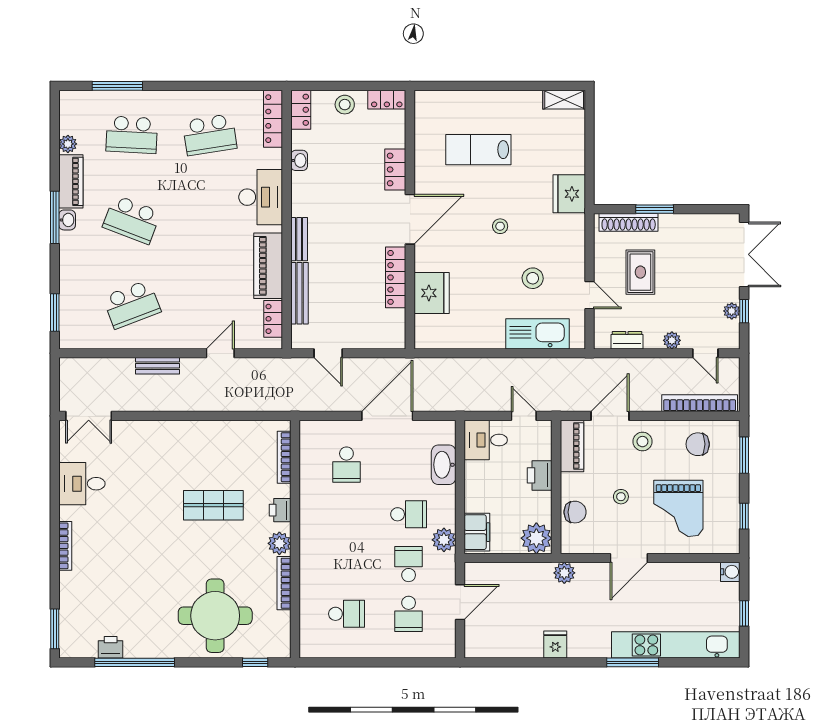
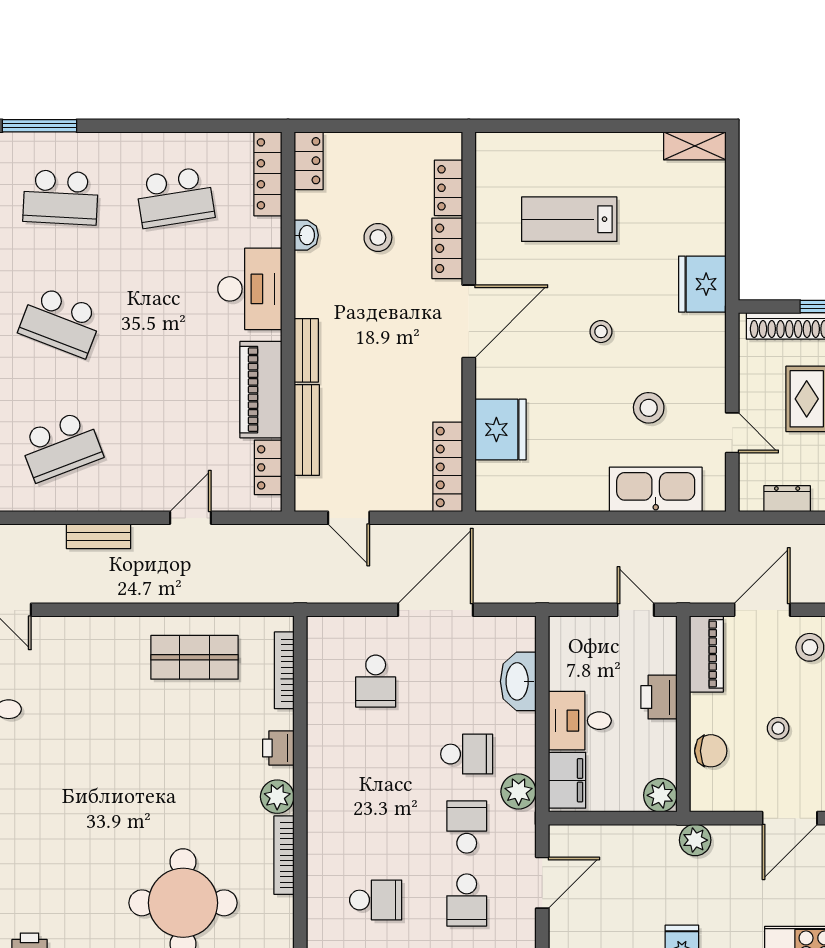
locker: (387, 100) -> (449, 188), moved, turned 90
stool: (345, 105) -> (378, 237), moved
locker: (396, 277) -> (448, 467), moved
desk: (486, 440) -> (580, 721), moved
shop shelf: (213, 505) -> (194, 657), moved
plant: (536, 538) -> (660, 795), width x0.73, depth x0.73

